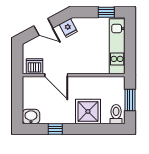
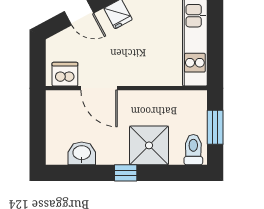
washbasin: (31, 117) -> (82, 153), moved
window: (55, 129) -> (126, 173), moved

